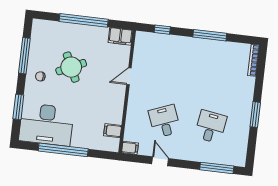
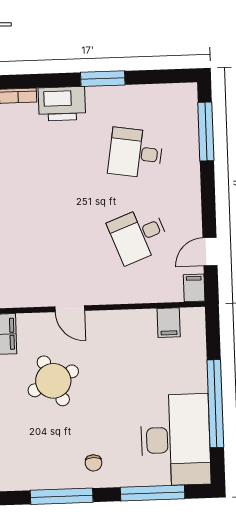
round table: (71, 67) -> (53, 381), moved
printer: (245, 89) -> (62, 104), added
window: (18, 107) -> (153, 493), width x1.44
door: (160, 161) -> (210, 252), moved

